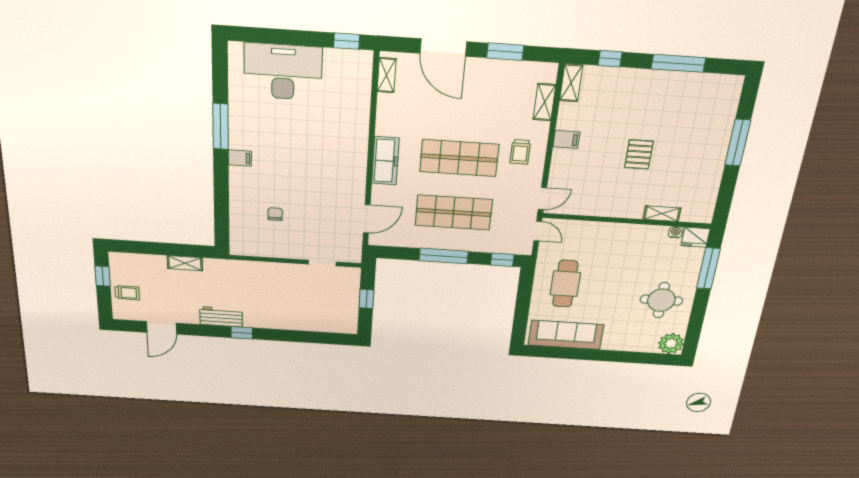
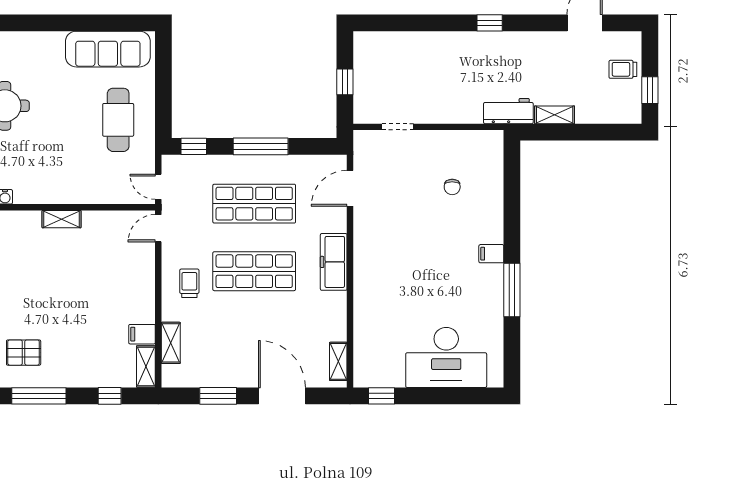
filing cabinet: (566, 139) -> (142, 334), moved
pallet: (639, 154) -> (24, 353), moved, turned 90
shelving: (662, 214) -> (62, 219), moved
workbench: (221, 317) -> (508, 111), moved, turned 180

